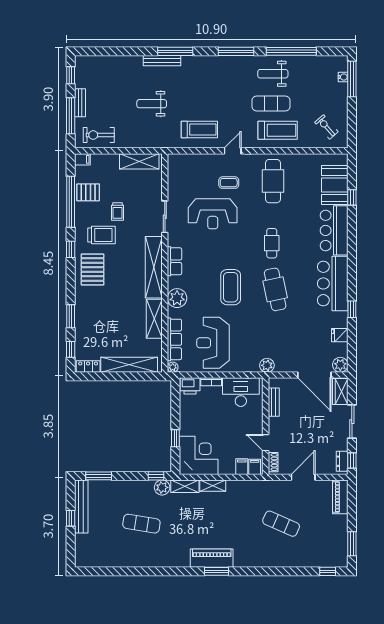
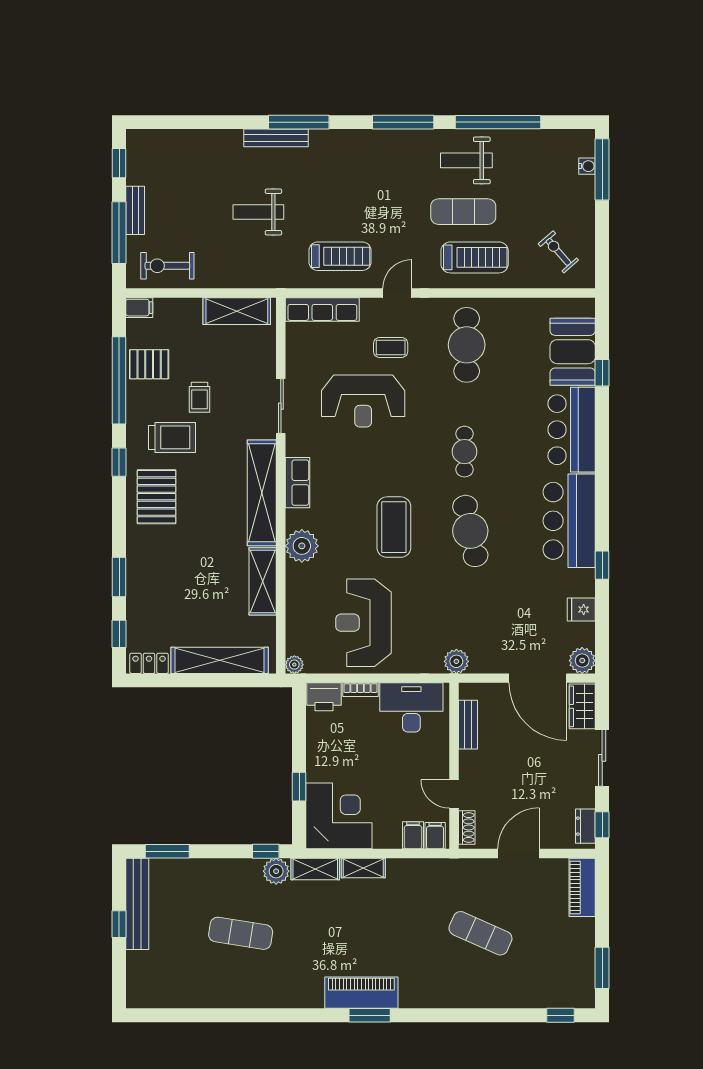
row of seats: (174, 339) -> (322, 310), moved, turned 90

